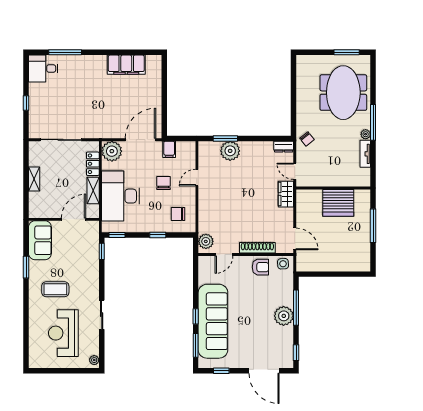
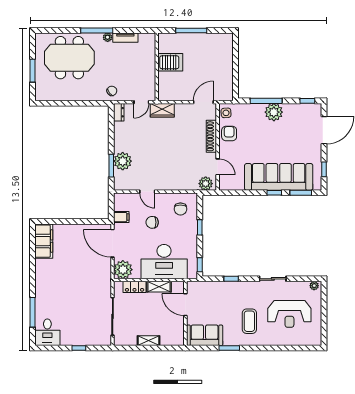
window: (347, 52) -> (33, 71), moved
filing cabinet: (126, 65) -> (44, 241), moved
server rack: (338, 203) -> (170, 62), width x0.62
window: (102, 251) -> (231, 279), moved

